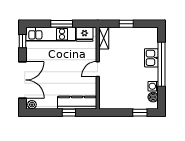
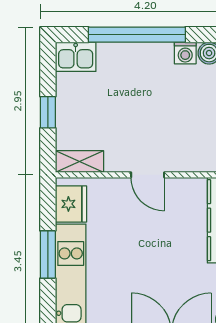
kitchen sink: (151, 58) -> (76, 57), moved

